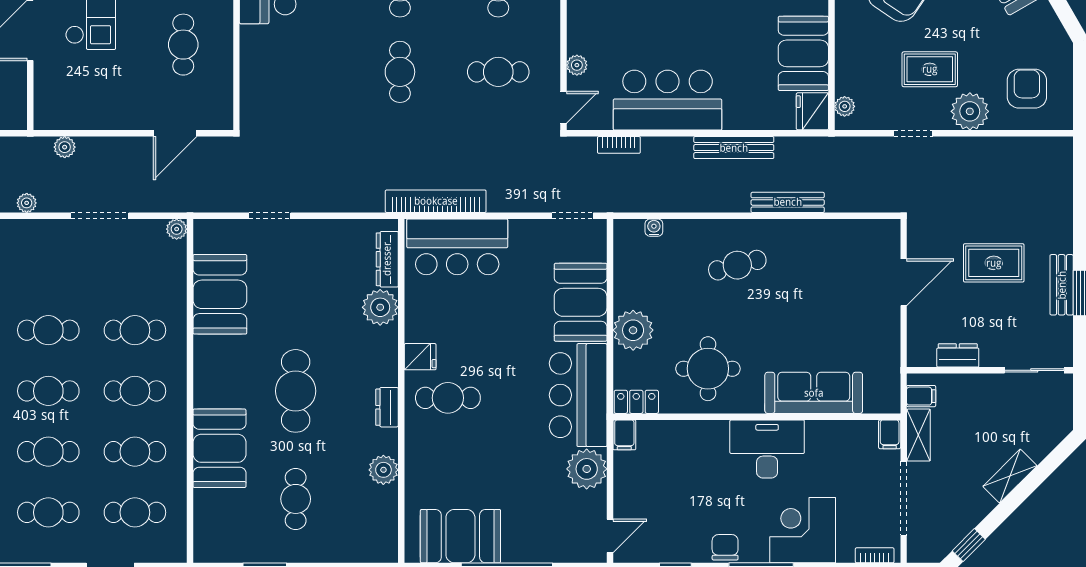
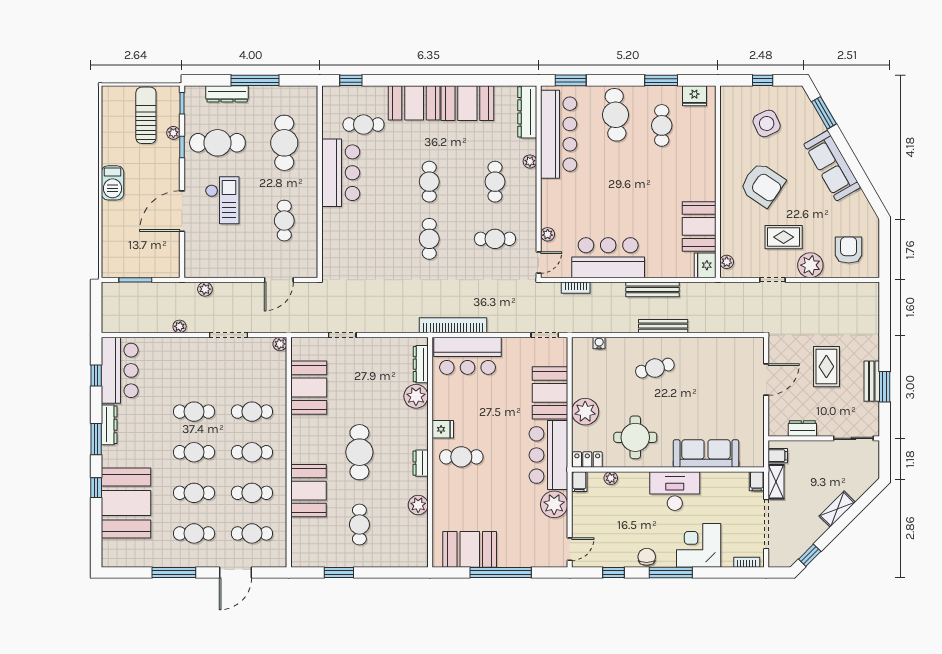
bench: (788, 202) -> (663, 326), moved
rug: (994, 263) -> (826, 367), turned 90
plant: (671, 430) -> (611, 478), added

